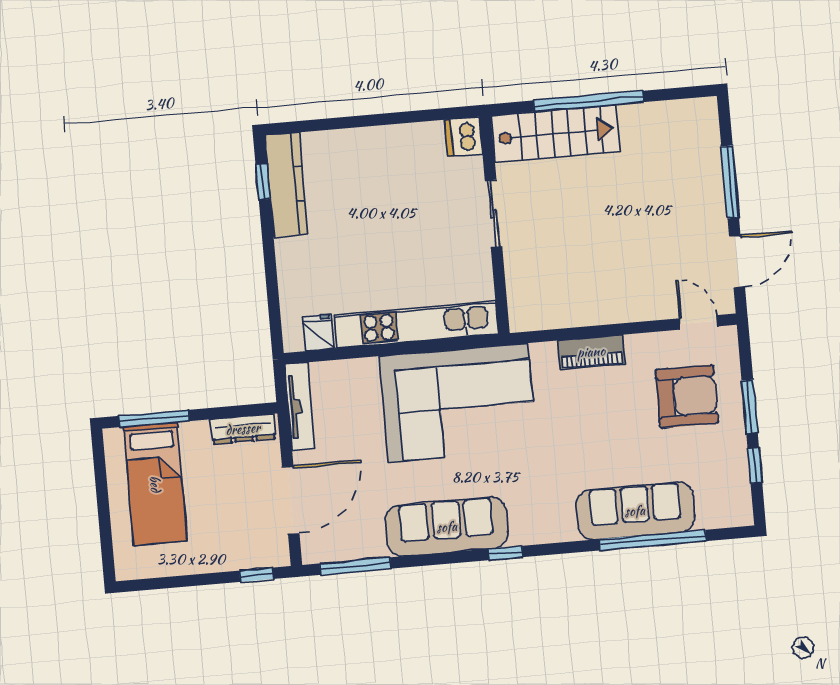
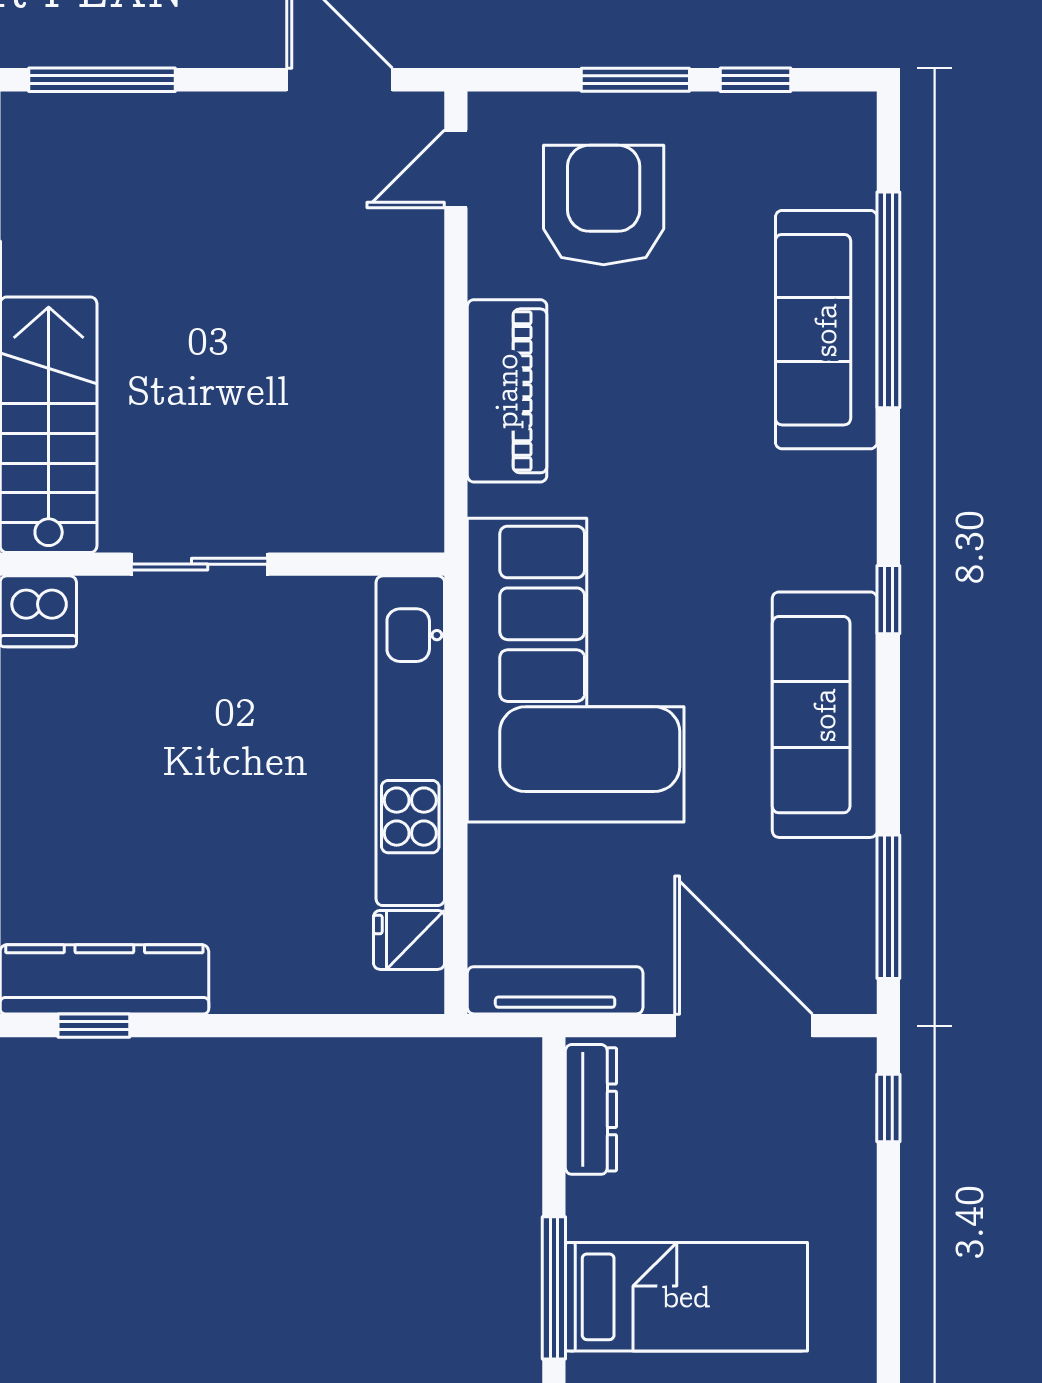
window: (730, 182) -> (102, 80), moved
piano: (591, 352) -> (507, 391), width x1.37, depth x1.33

